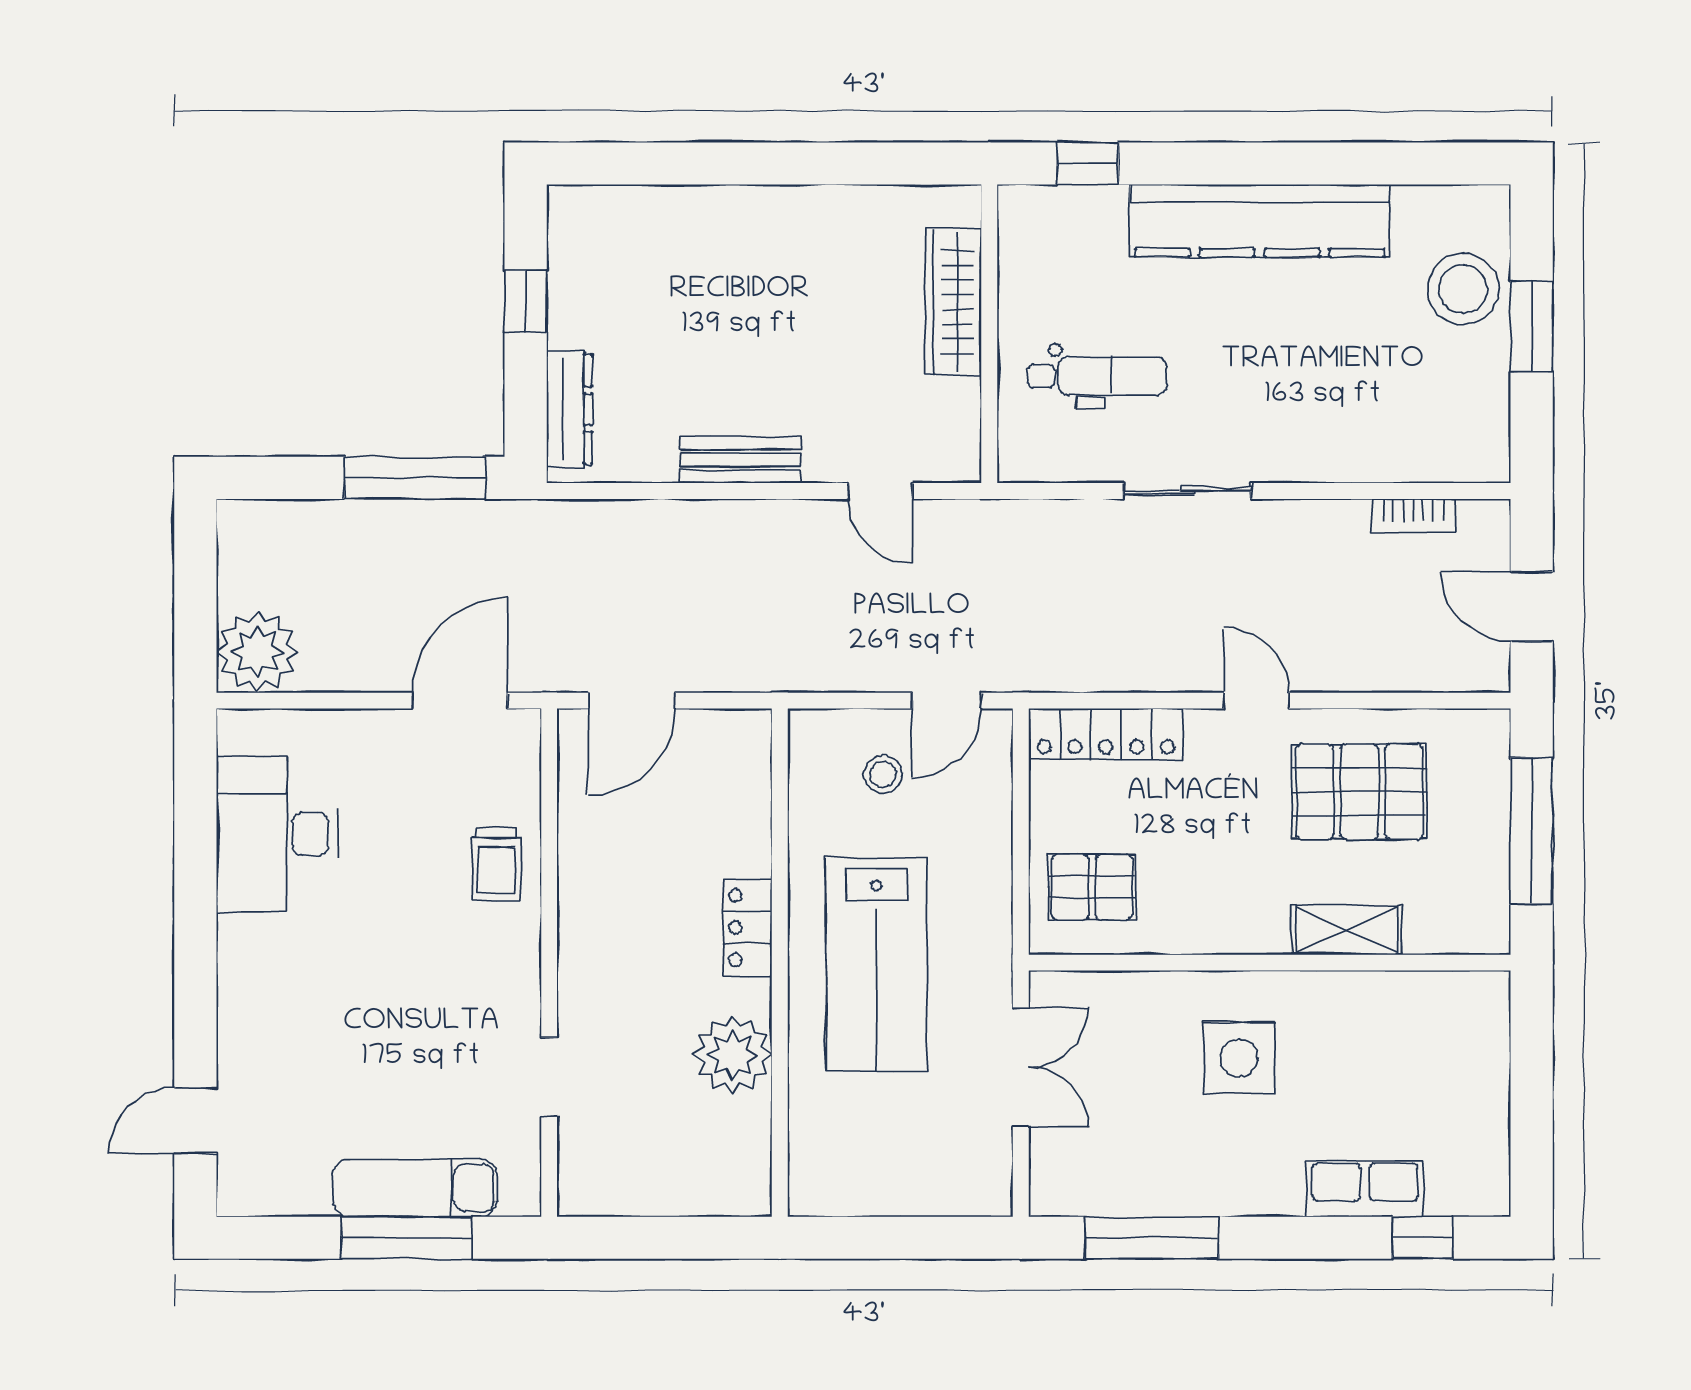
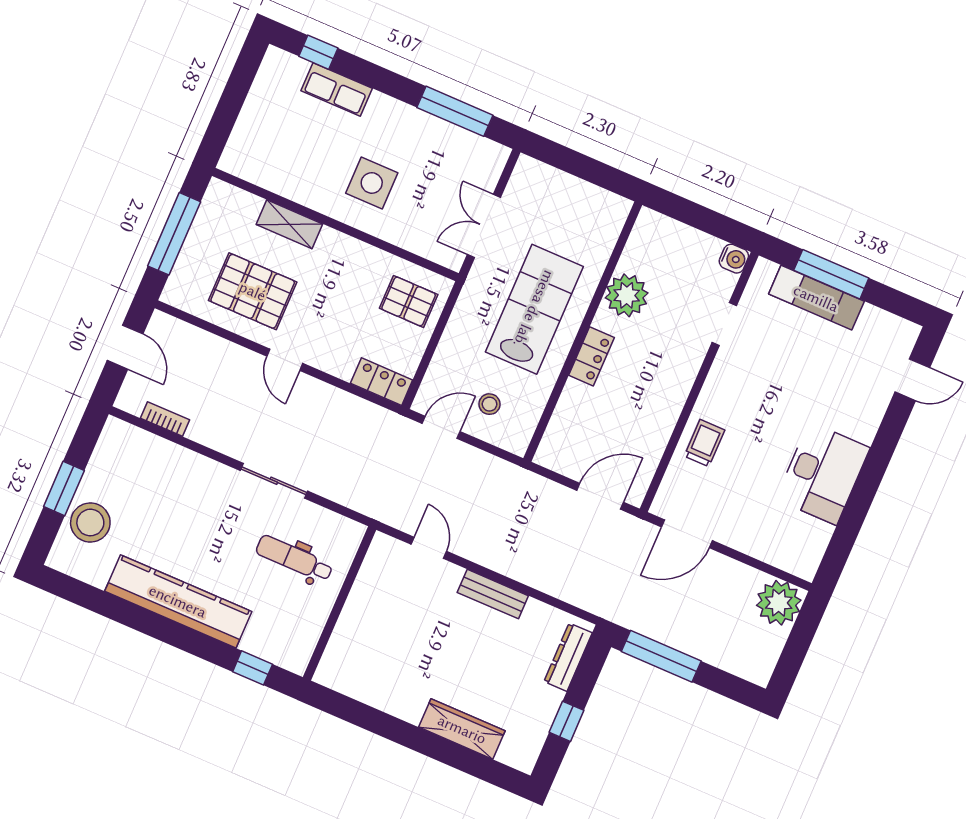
wardrobe: (953, 302) -> (462, 729), moved, turned -90
locker: (1106, 734) -> (382, 382), width x0.66
desk: (277, 834) -> (823, 473), moved
water cooler: (580, 1193) -> (734, 259), added

